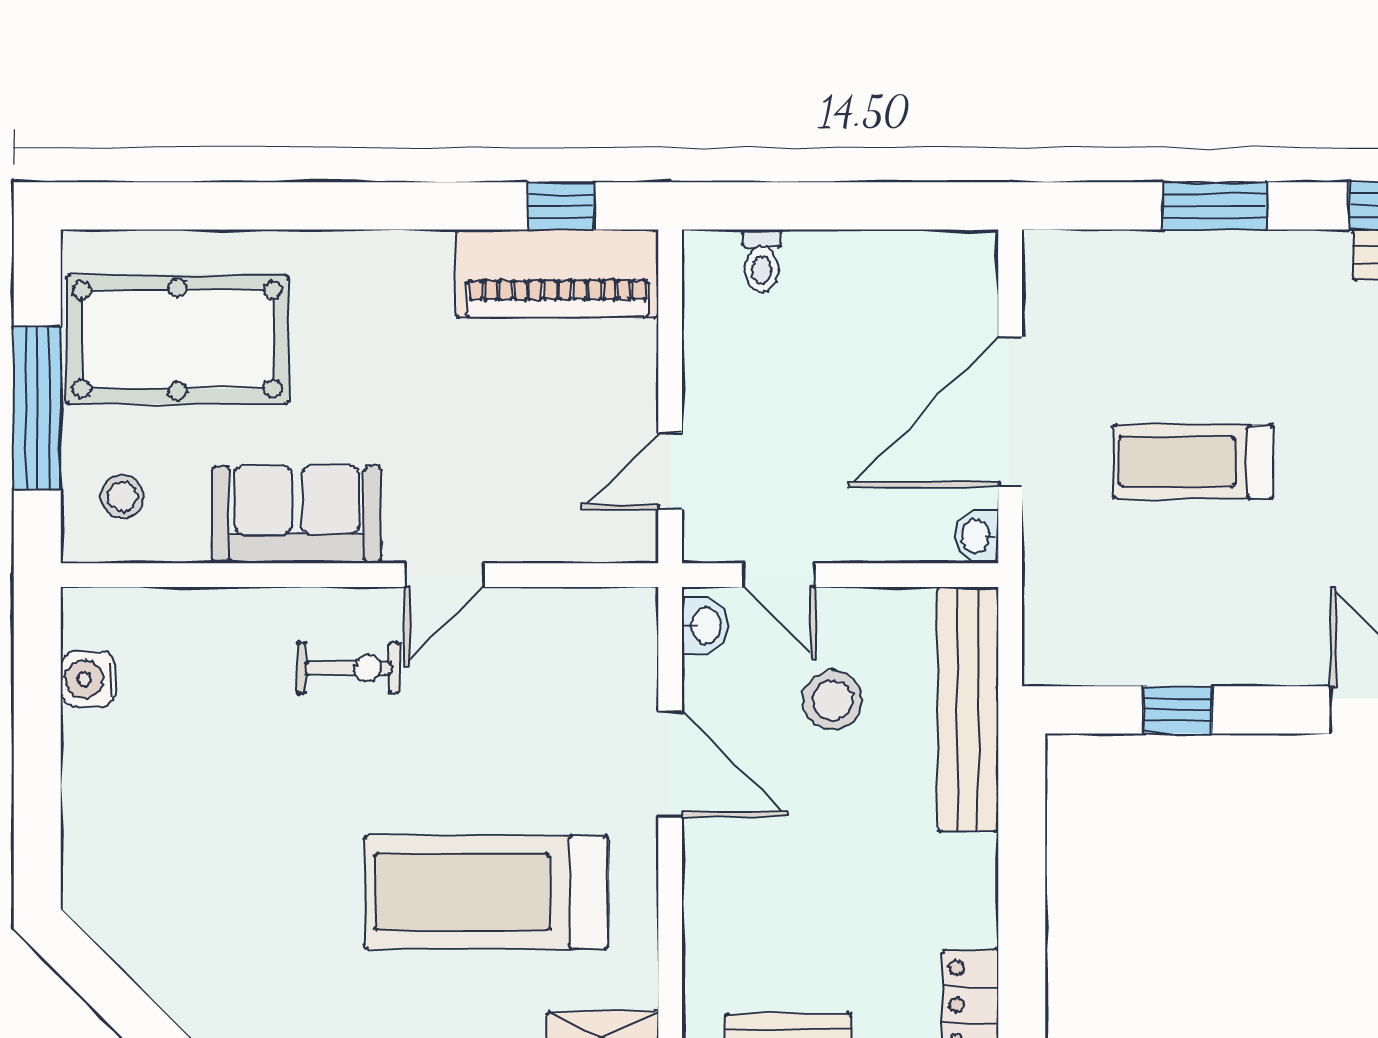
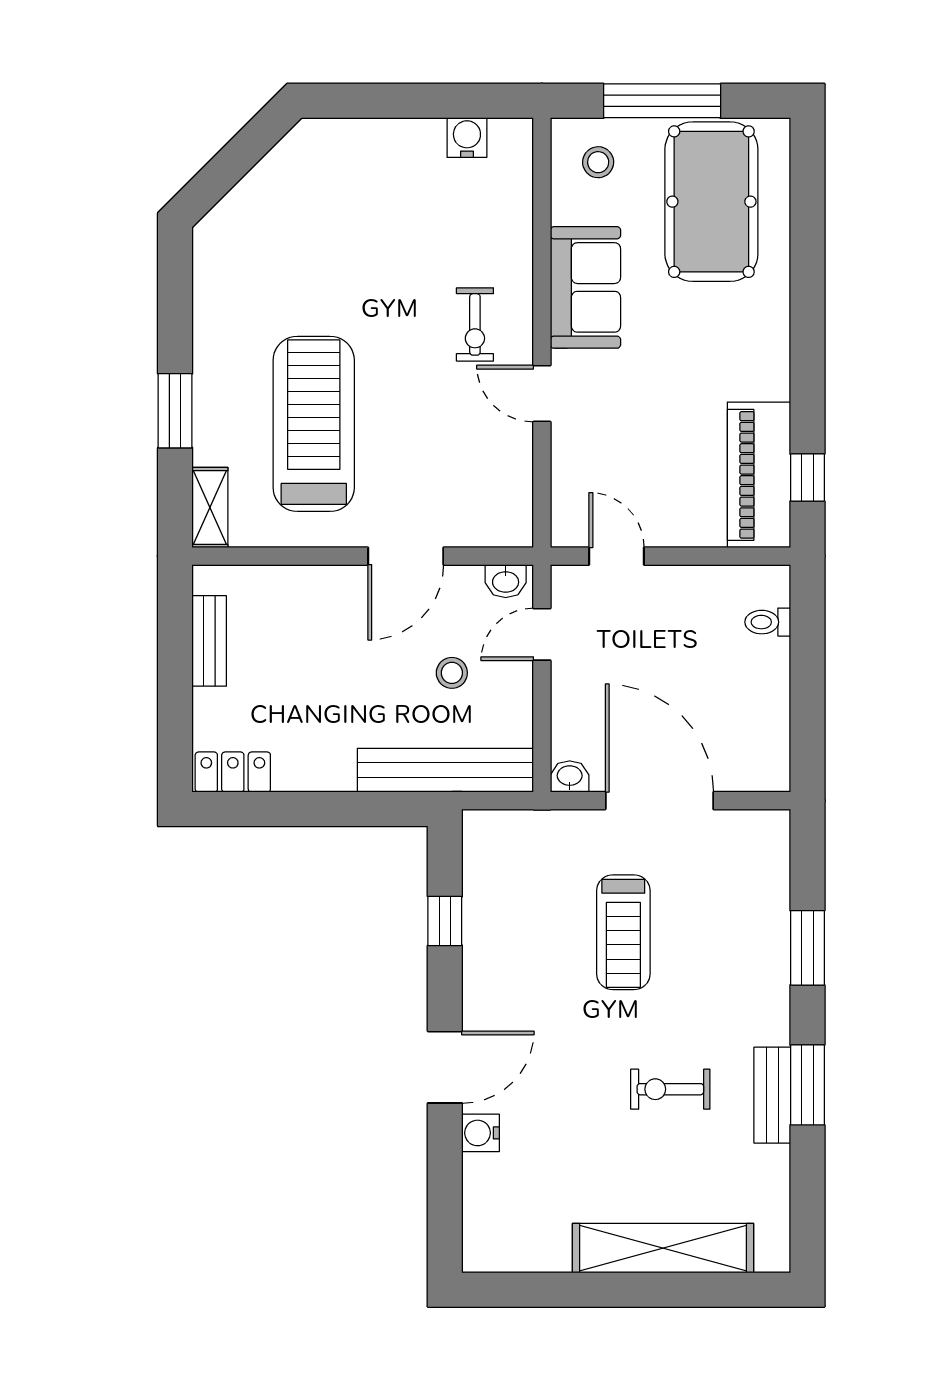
treadmill: (1193, 462) -> (623, 932), turned 180
stool: (832, 700) -> (452, 673), width x0.73, depth x0.73

